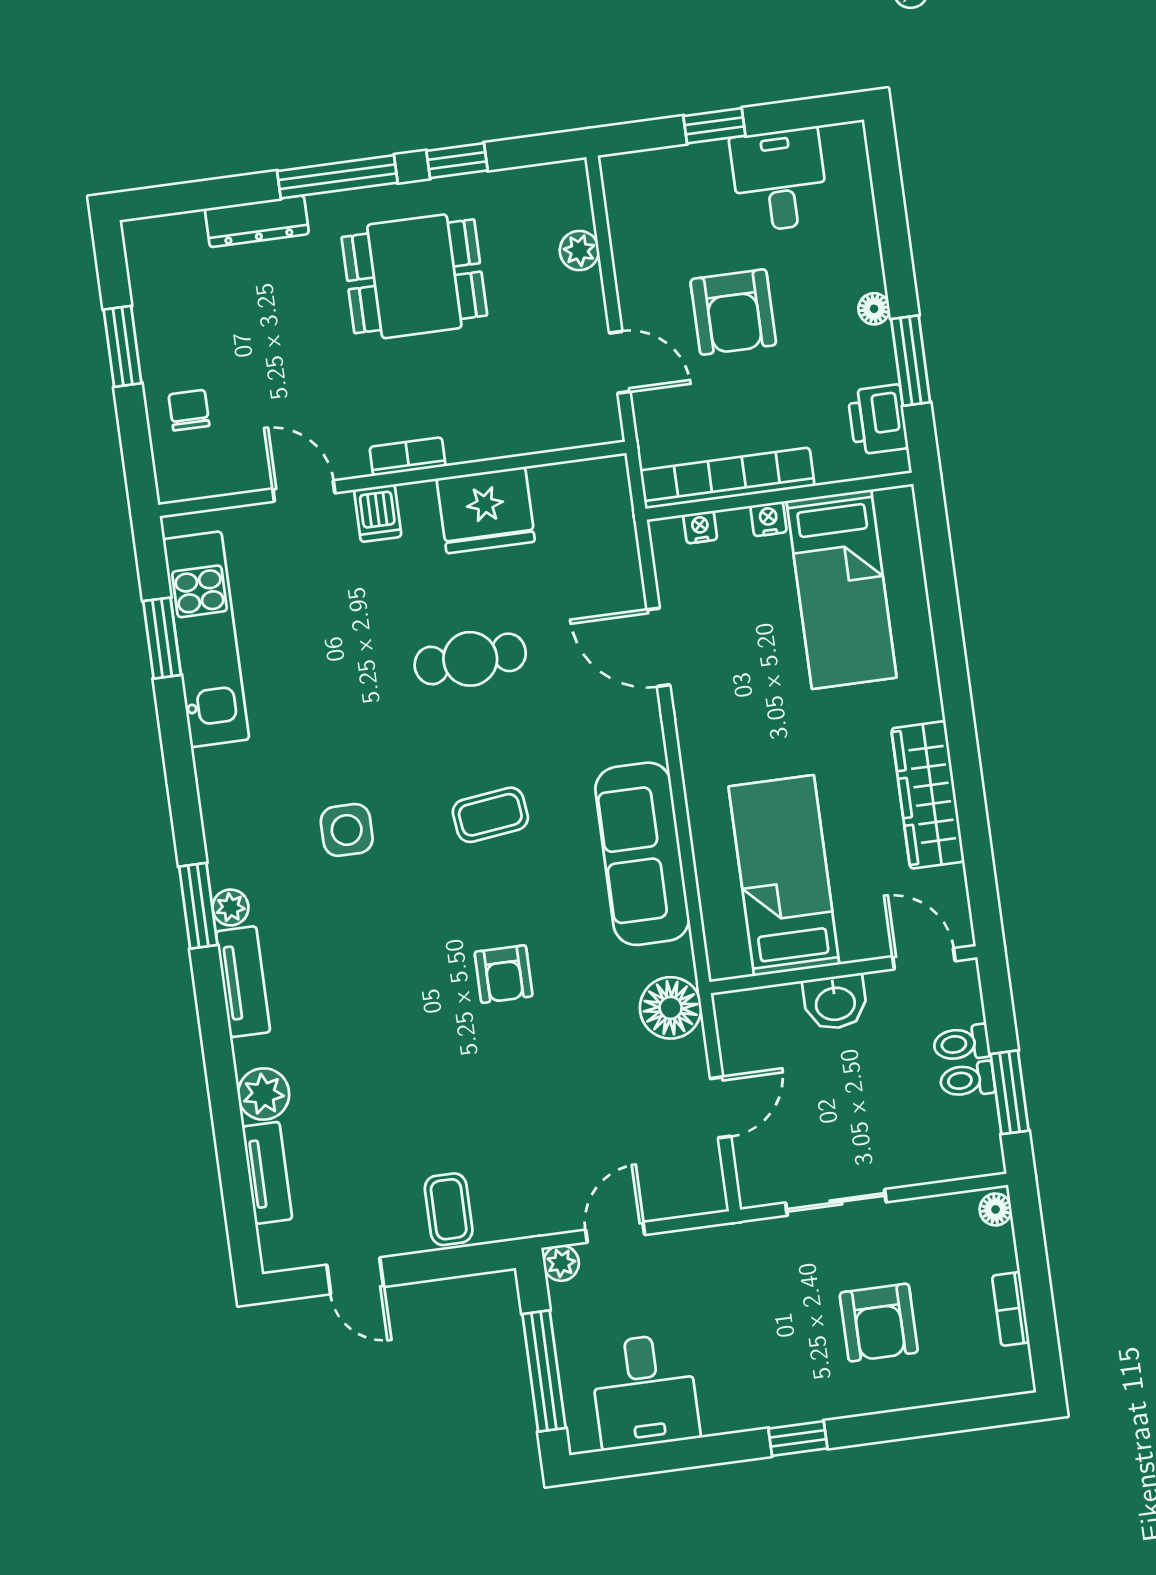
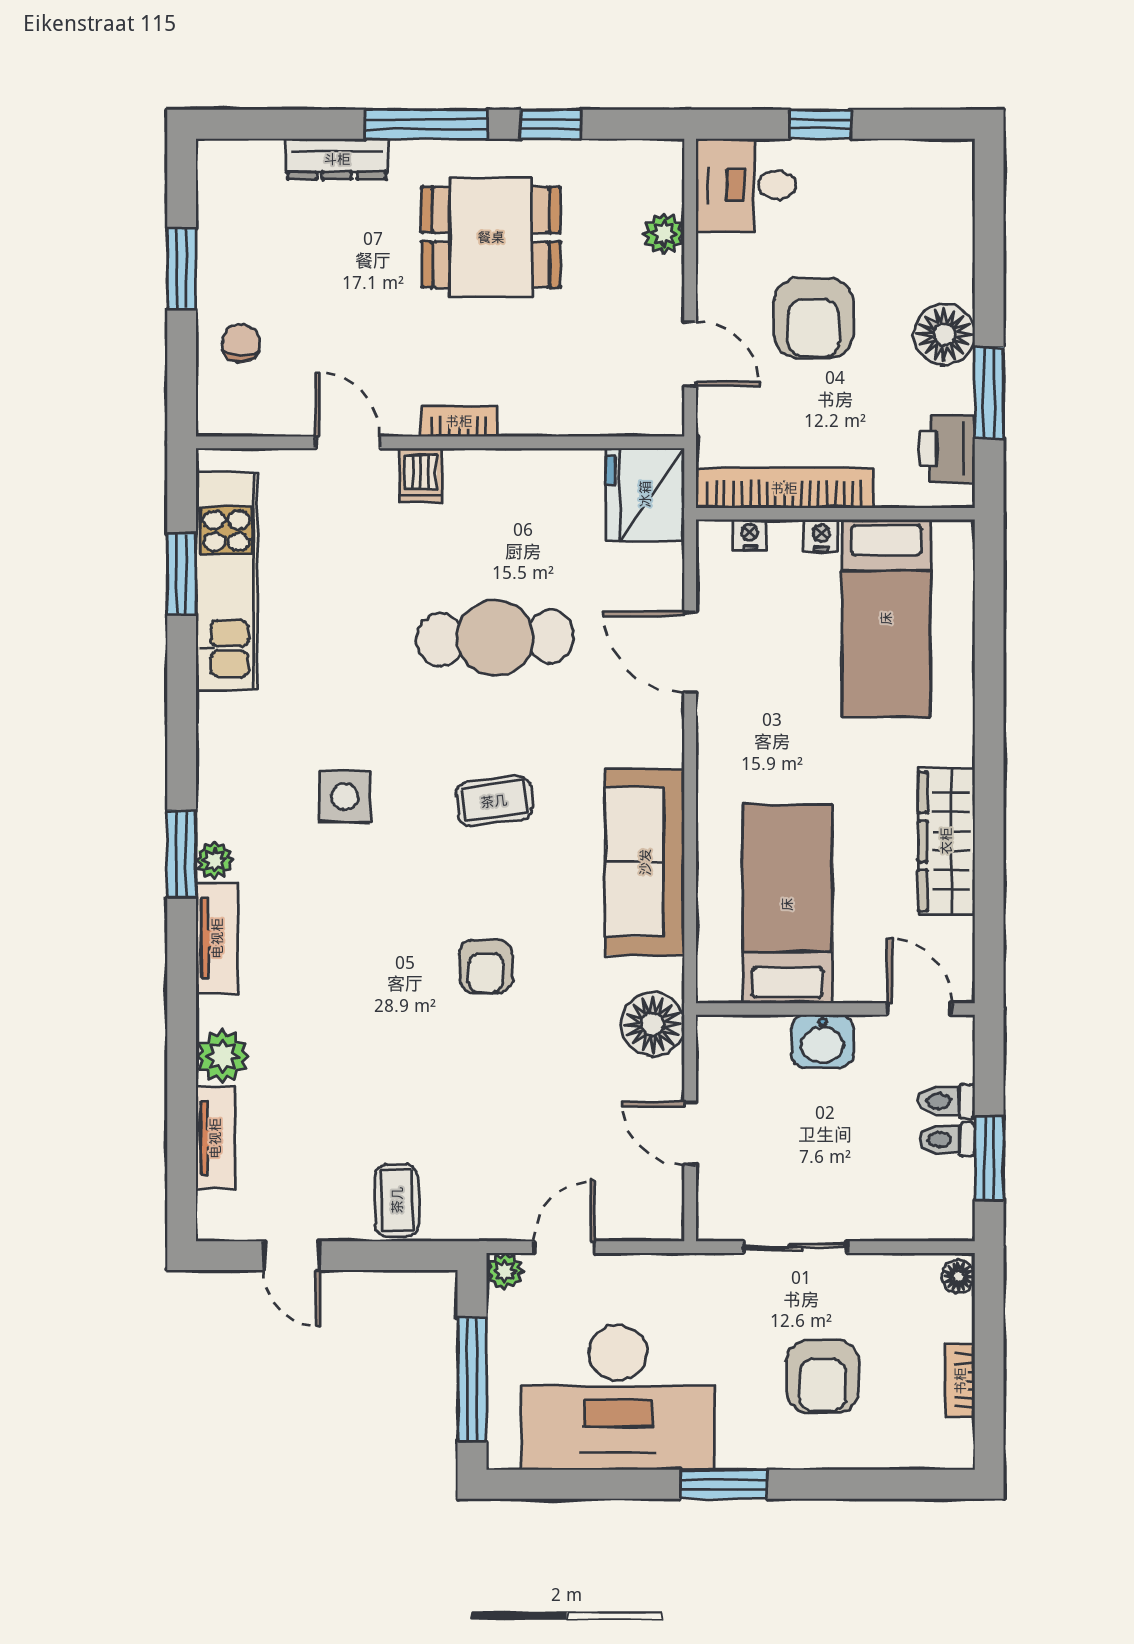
desk: (779, 180) -> (746, 185), moved, turned -90
floor lamp: (874, 309) -> (944, 334), width x1.89, depth x1.89
fridge: (486, 510) -> (645, 494), moved, turned 90
cafe table: (470, 659) -> (495, 638), width x1.37, depth x1.35
door: (721, 1107) -> (690, 1133), swing flipped
desk: (645, 1391) -> (618, 1398), width x1.87, depth x1.30
window: (798, 1438) -> (724, 1484), width x1.50

